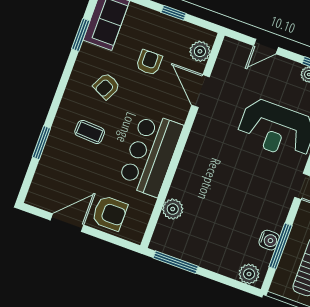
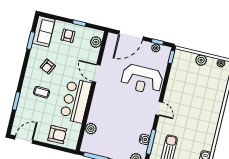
door: (266, 46) -> (131, 36), width x1.87
armchair: (149, 62) -> (68, 36), moved
door: (201, 91) -> (96, 73), moved
door: (67, 223) -> (24, 140), moved

